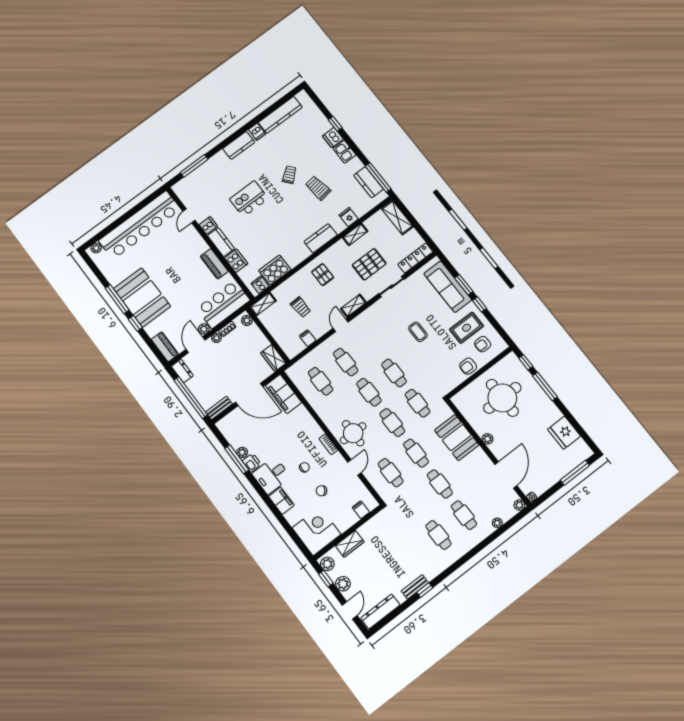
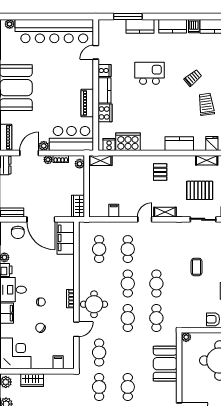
kitchen counter: (211, 166) -> (140, 26), added
trolley: (301, 307) -> (126, 184), removed
chair: (237, 421) -> (18, 232), added
plant: (488, 439) -> (186, 337), moved
cafe table: (416, 453) -> (99, 387), moved

